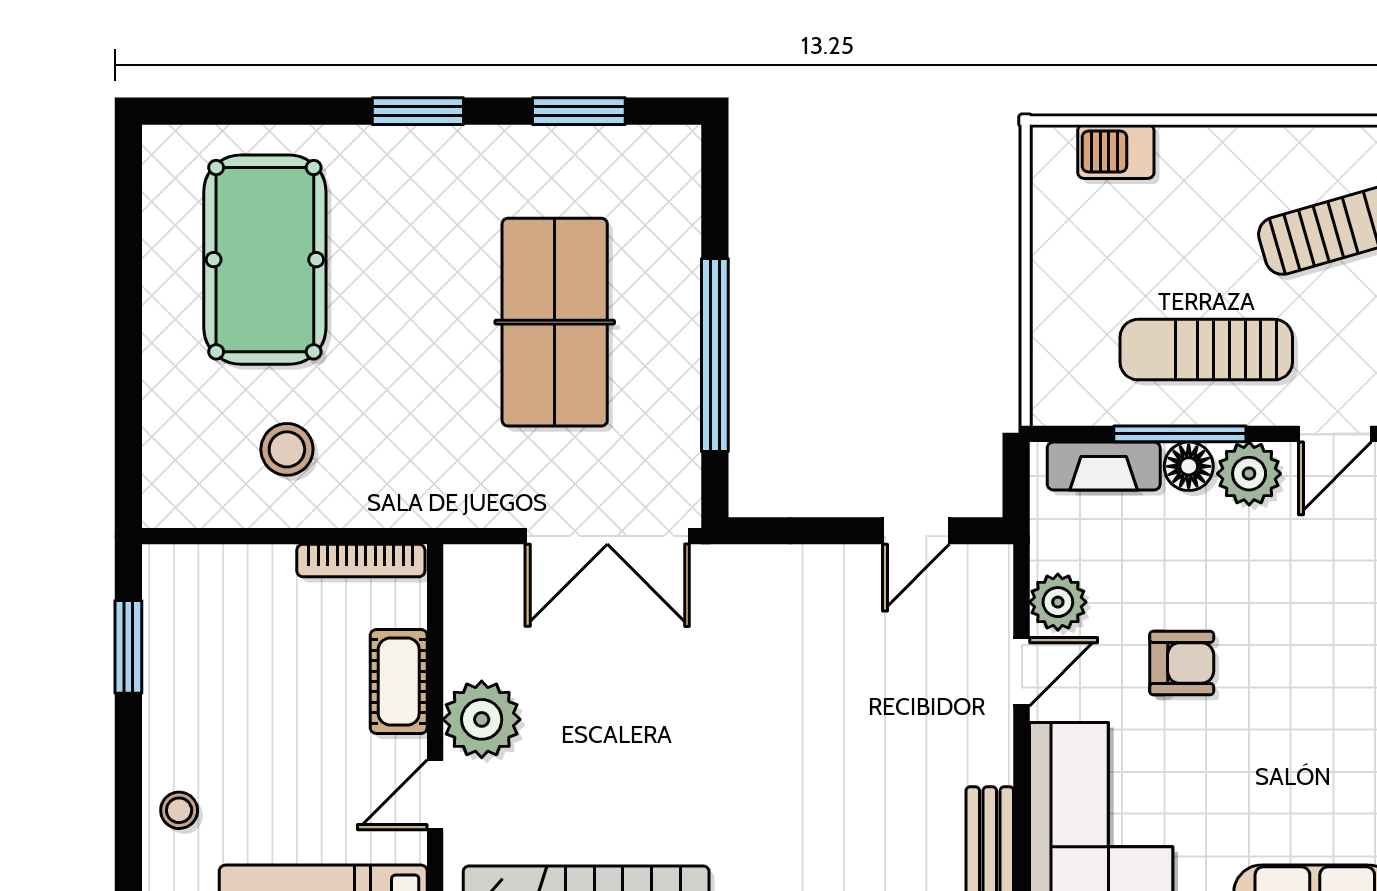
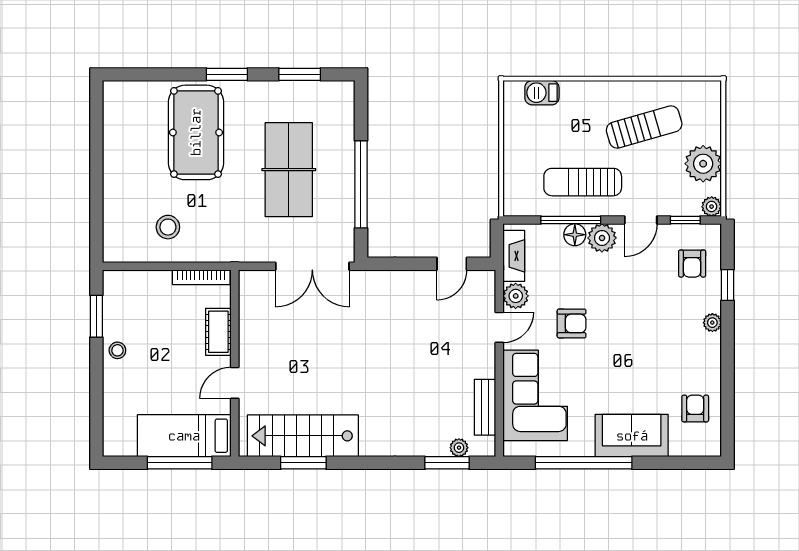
pool table: (265, 260) -> (196, 132), moved
fireplace: (1104, 466) -> (514, 256), moved, turned -90
plant: (482, 719) -> (256, 349), removed
stool: (179, 810) -> (117, 350), moved

